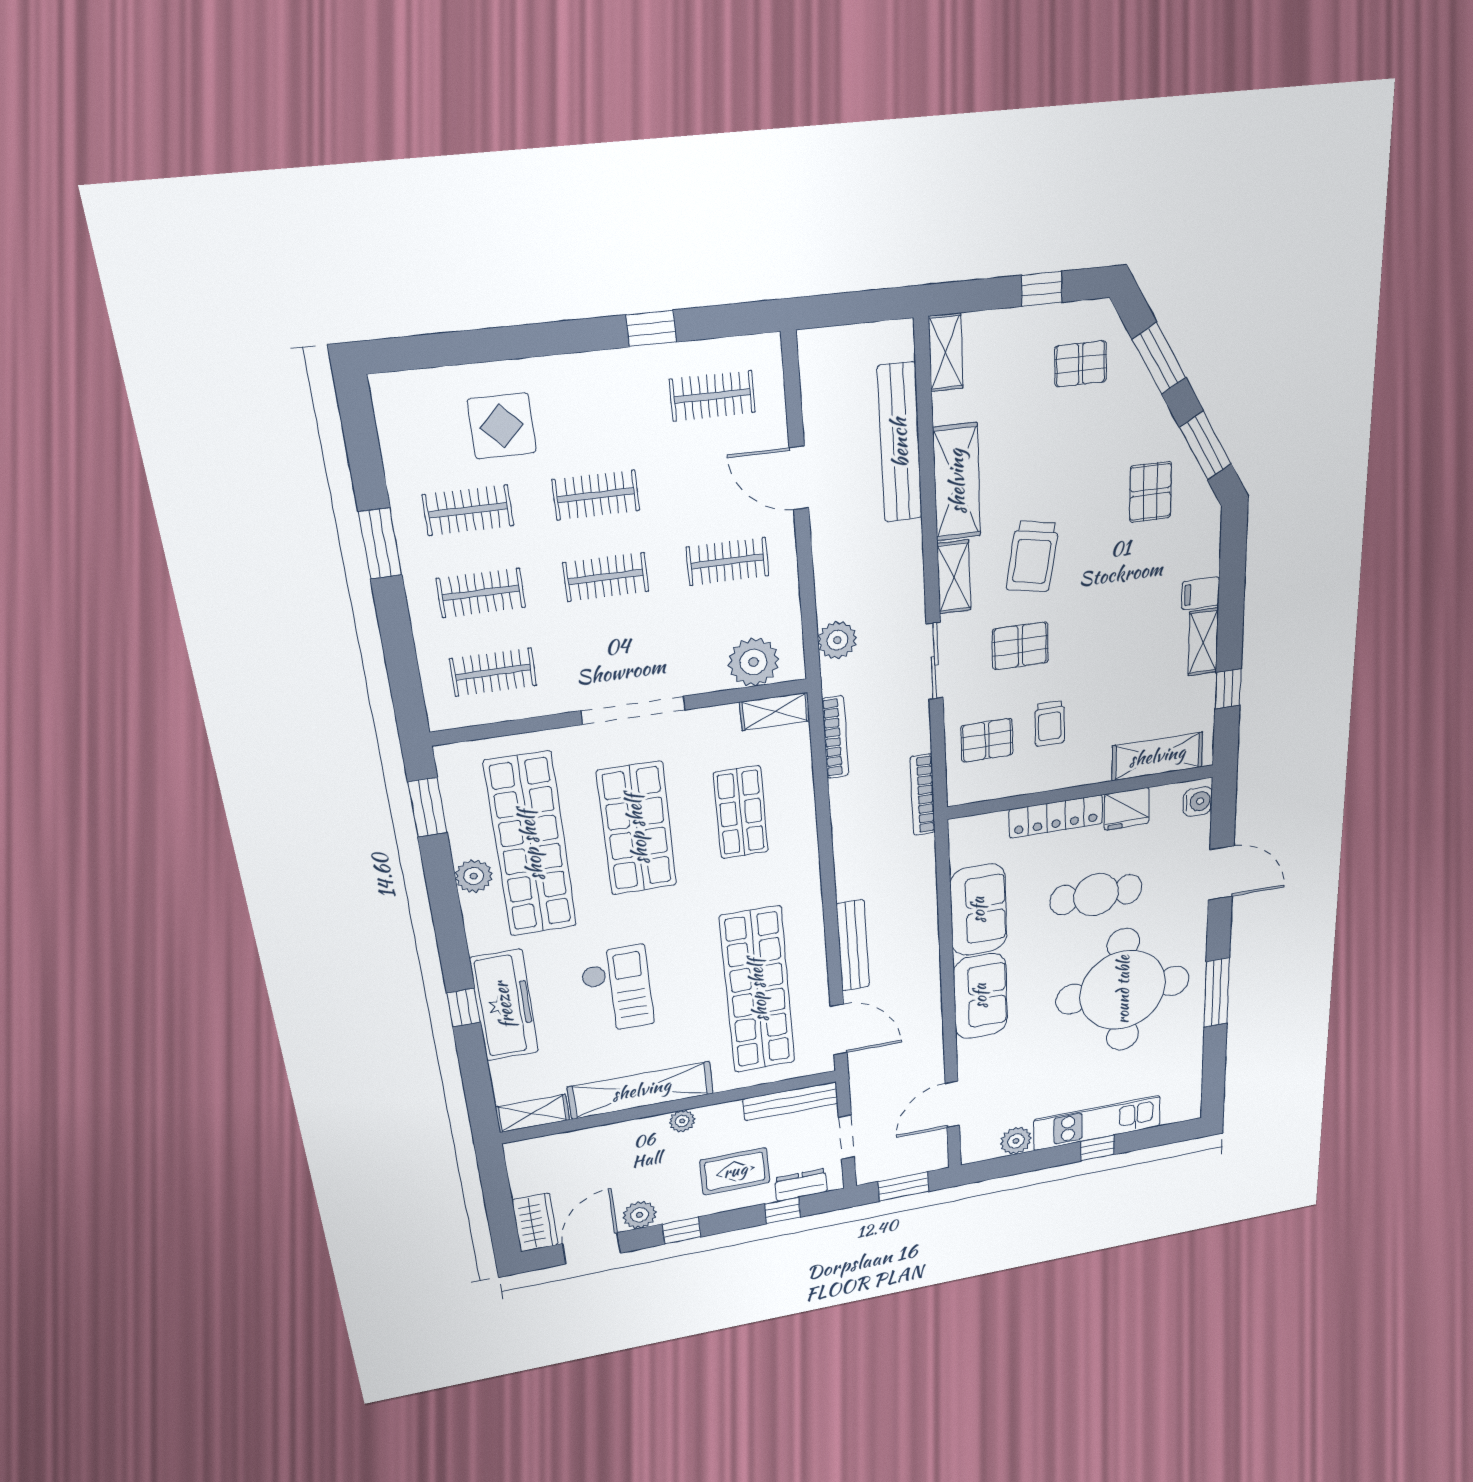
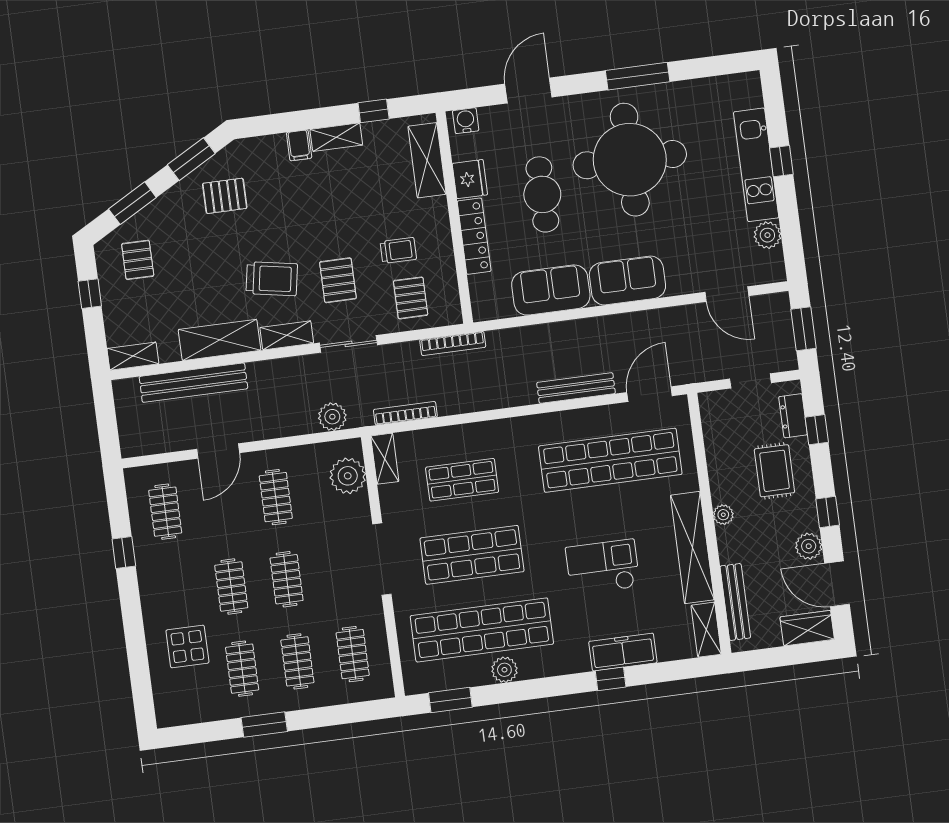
freezer: (504, 1005) -> (623, 652), width x0.73, depth x0.79
bench: (791, 1101) -> (735, 602), moved

